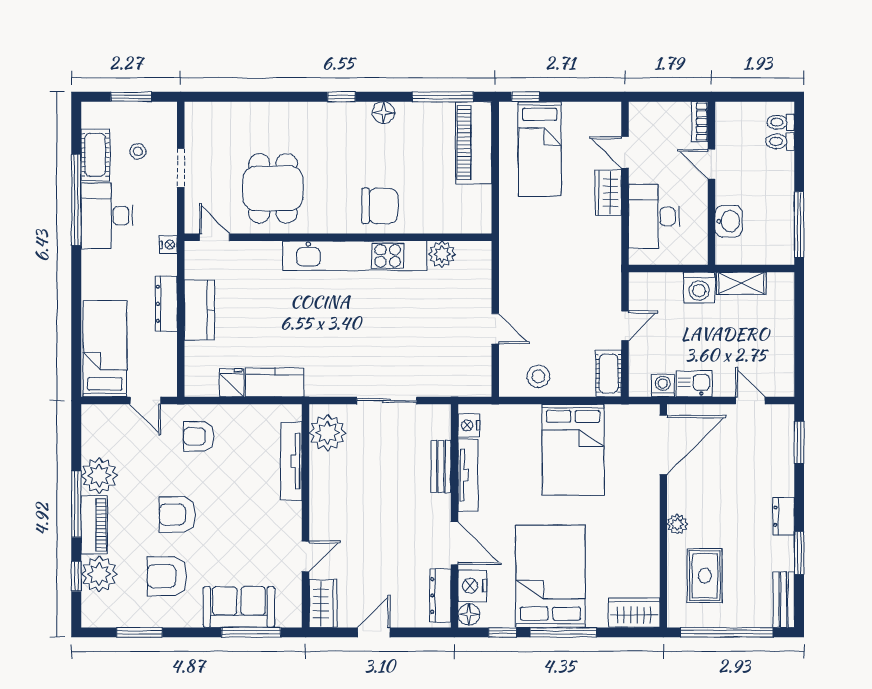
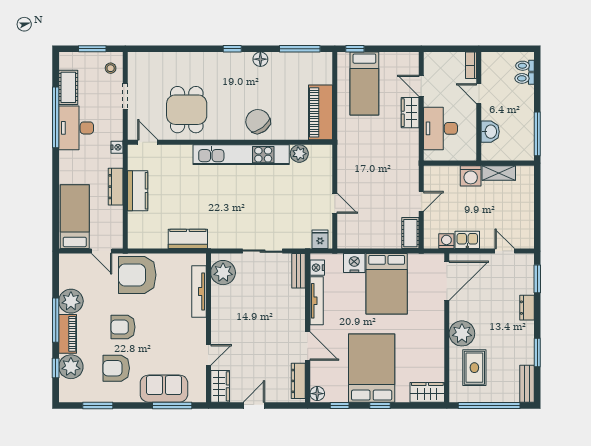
piano: (474, 143) -> (320, 112), moved
stool: (138, 151) -> (111, 68), moved
chair: (380, 206) -> (258, 121), turned -128
stool: (538, 376) -> (364, 235), removed
fridge: (232, 383) -> (320, 239), moved
armchair: (199, 436) -> (137, 275), width x1.88, depth x1.88
bench: (441, 467) -> (299, 271), moved
dresser: (784, 516) -> (527, 308), moved
plant: (677, 524) -> (462, 333), width x1.88, depth x1.88
nightstand: (472, 586) -> (354, 263), moved, turned 90
window: (563, 632) -> (380, 405), width x0.46

